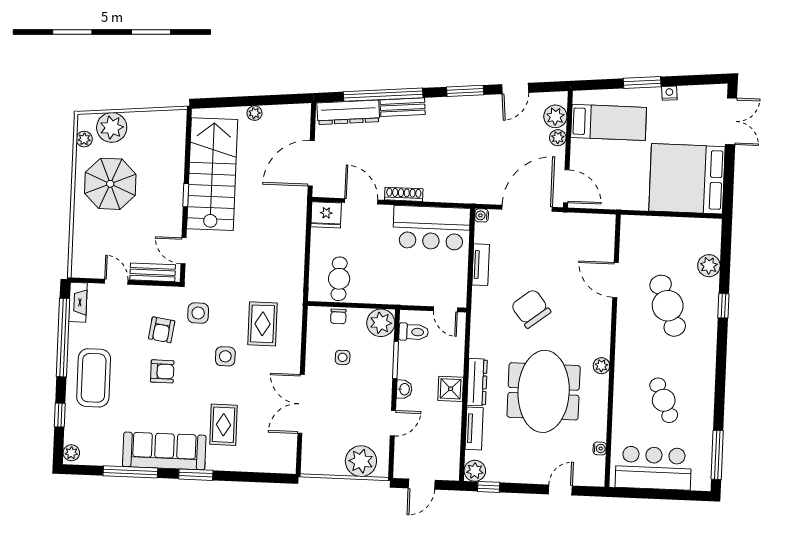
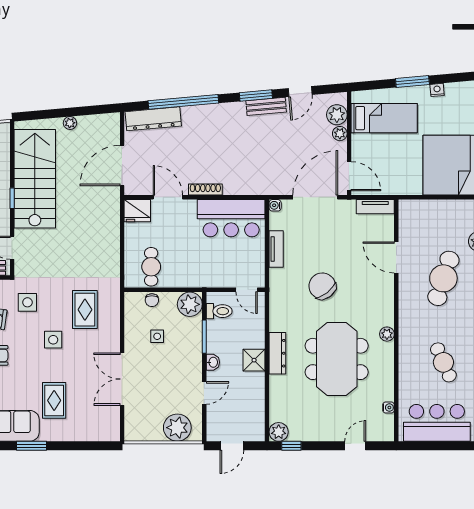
bench: (403, 107) -> (266, 106), moved
cafe table: (668, 306) -> (443, 278), turned 39
tv unit: (474, 428) -> (375, 207), moved, turned 90

